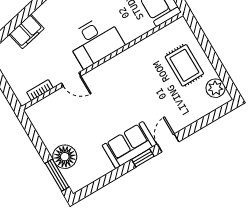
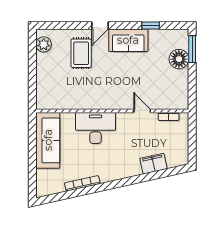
desk: (95, 41) -> (96, 128), moved
rug: (184, 65) -> (81, 53), moved
window: (143, 158) -> (151, 25), moved

